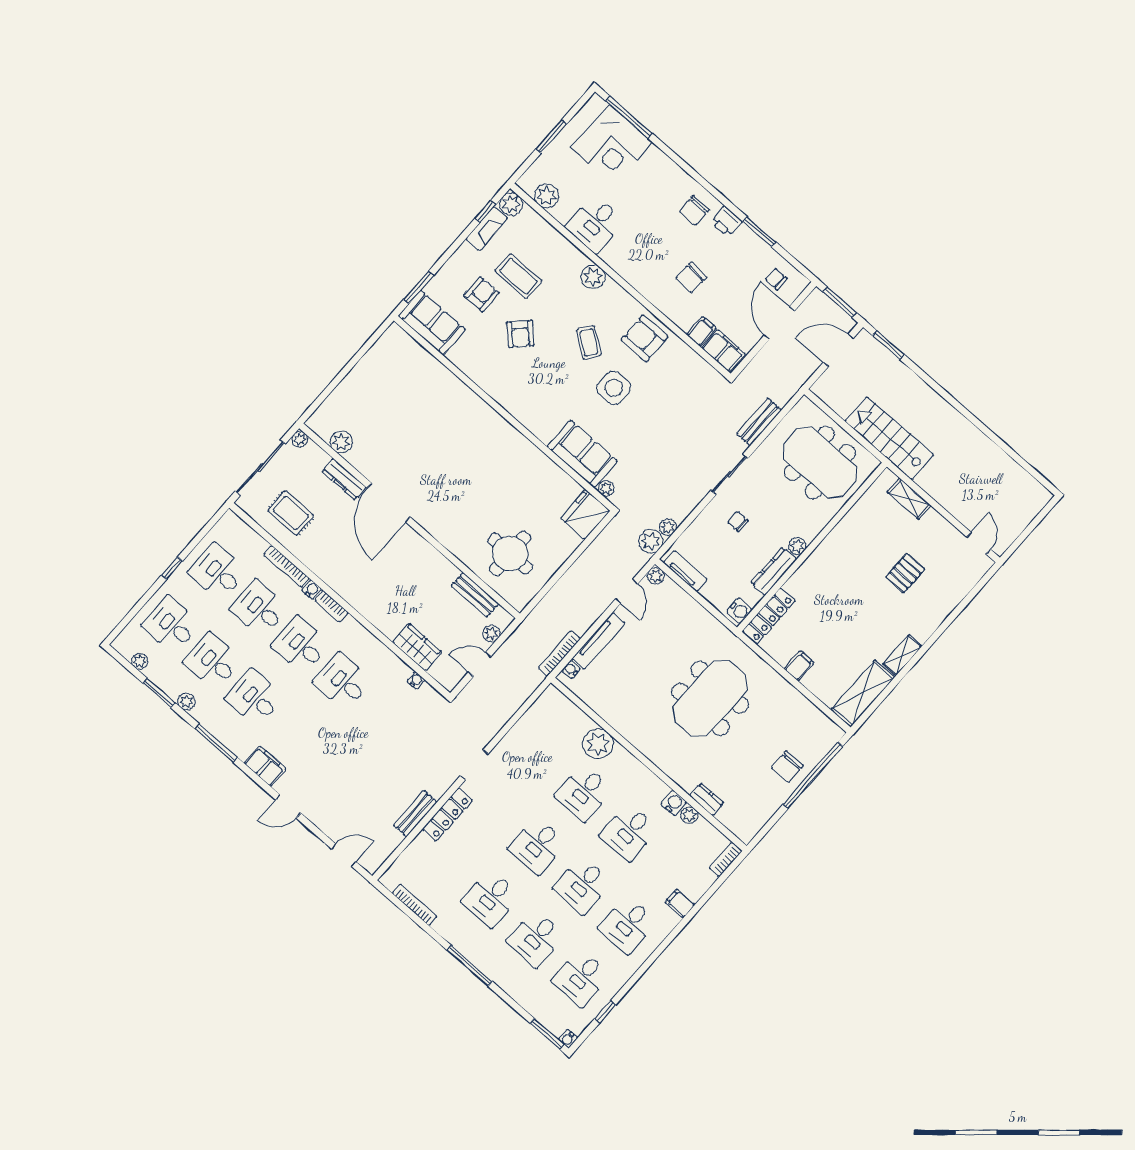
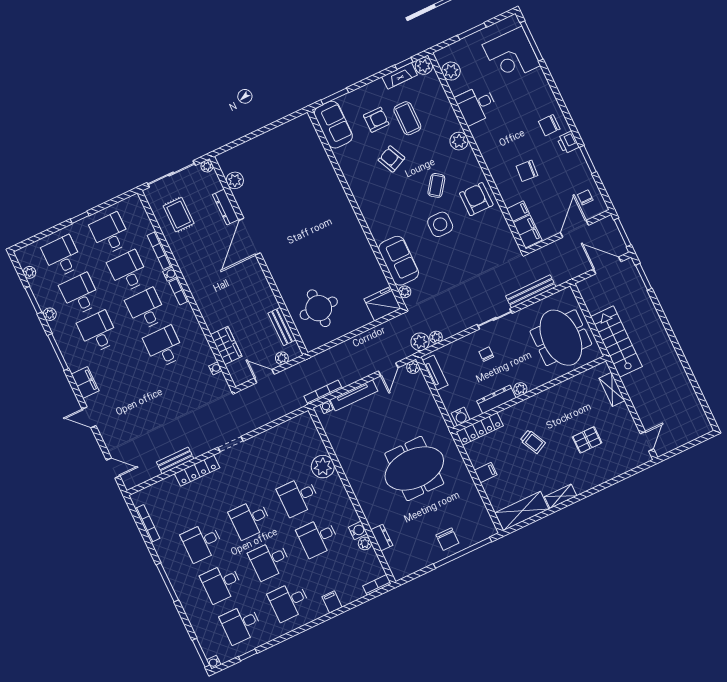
armchair: (520, 334) -> (391, 159), turned 111
bench: (759, 422) -> (531, 291), width x1.36
trolley: (840, 603) -> (533, 442), added
chair: (787, 767) -> (447, 539), turned -90

